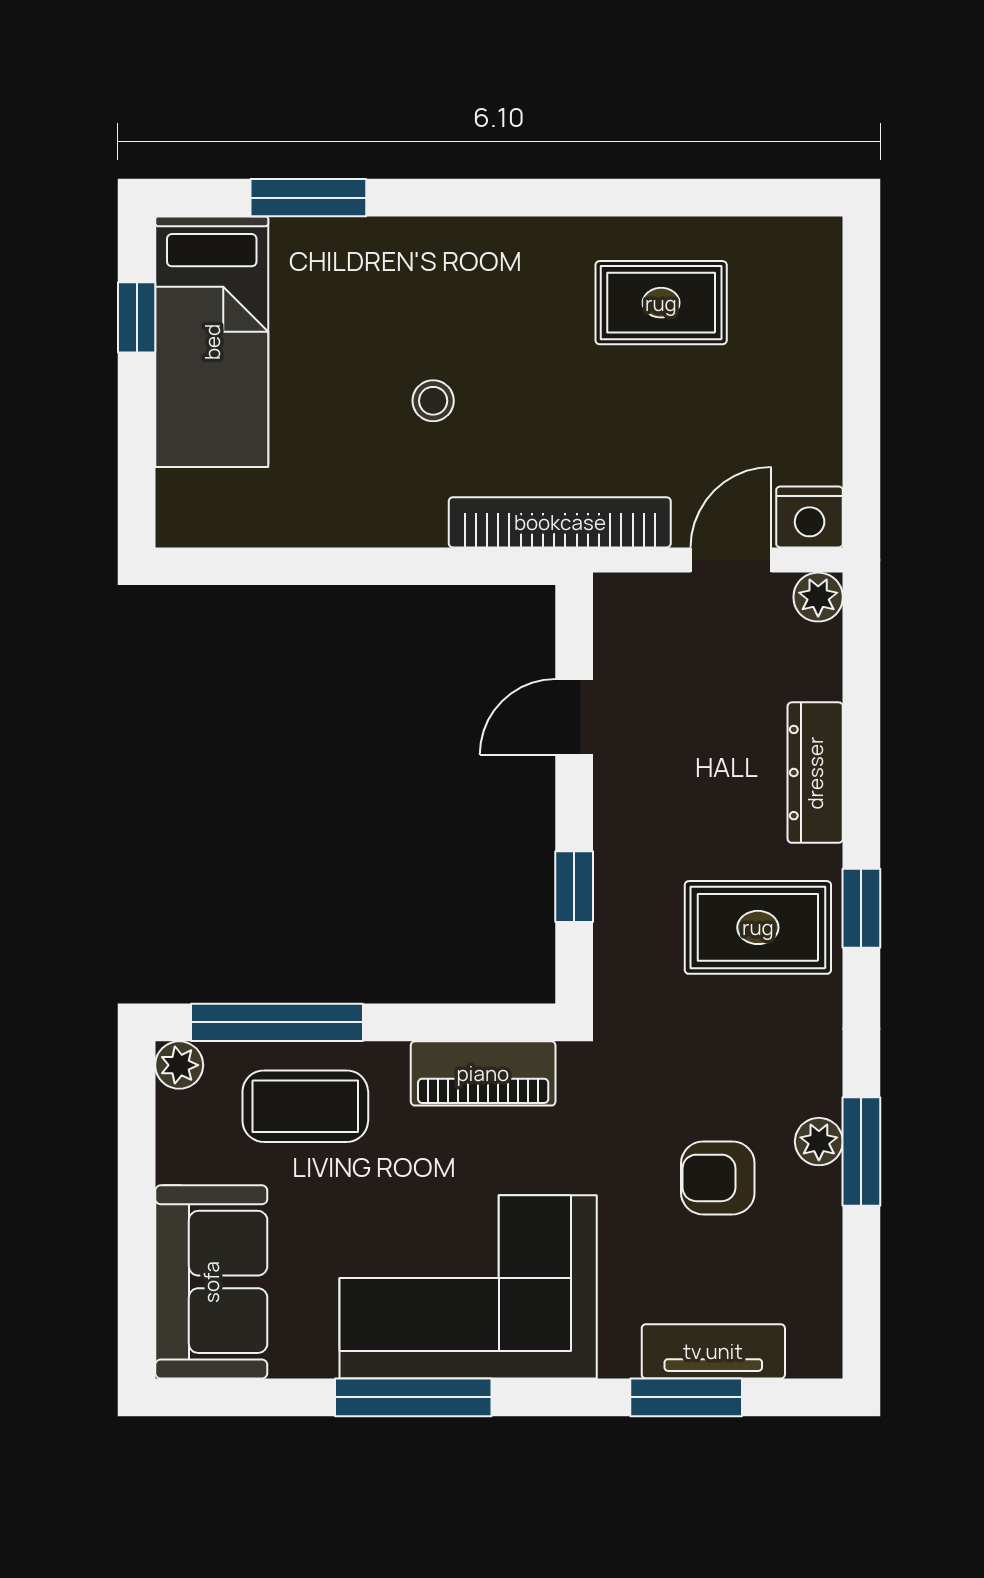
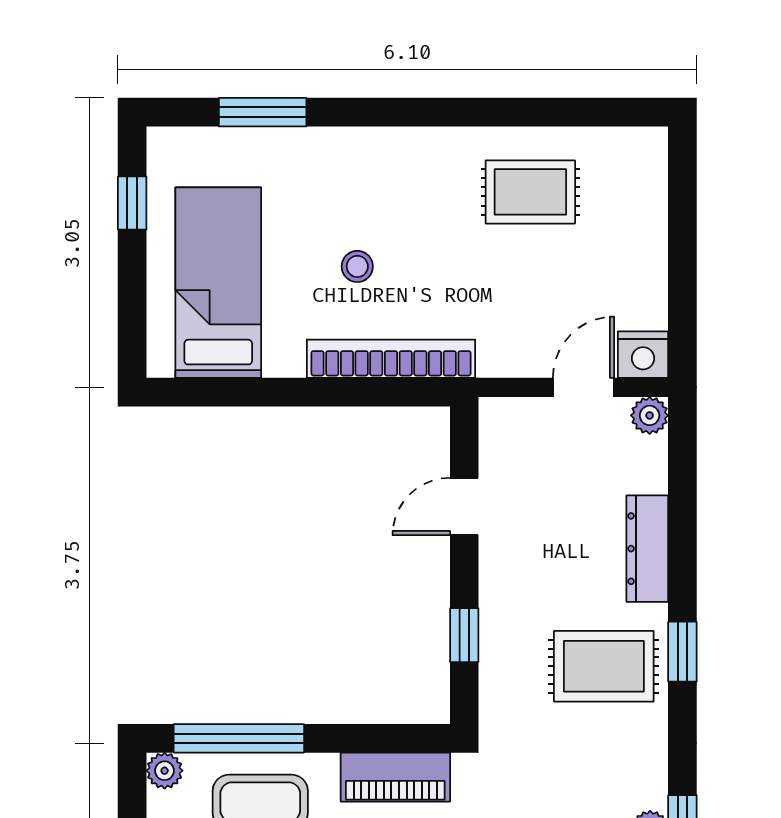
bed: (212, 342) -> (218, 283), moved, turned 180
bookcase: (560, 522) -> (391, 359), moved

